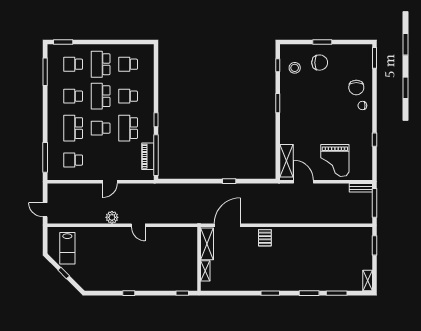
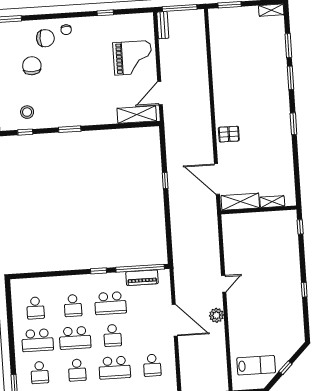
chair: (320, 63) -> (32, 66), moved
door: (110, 182) -> (175, 320), width x1.87

